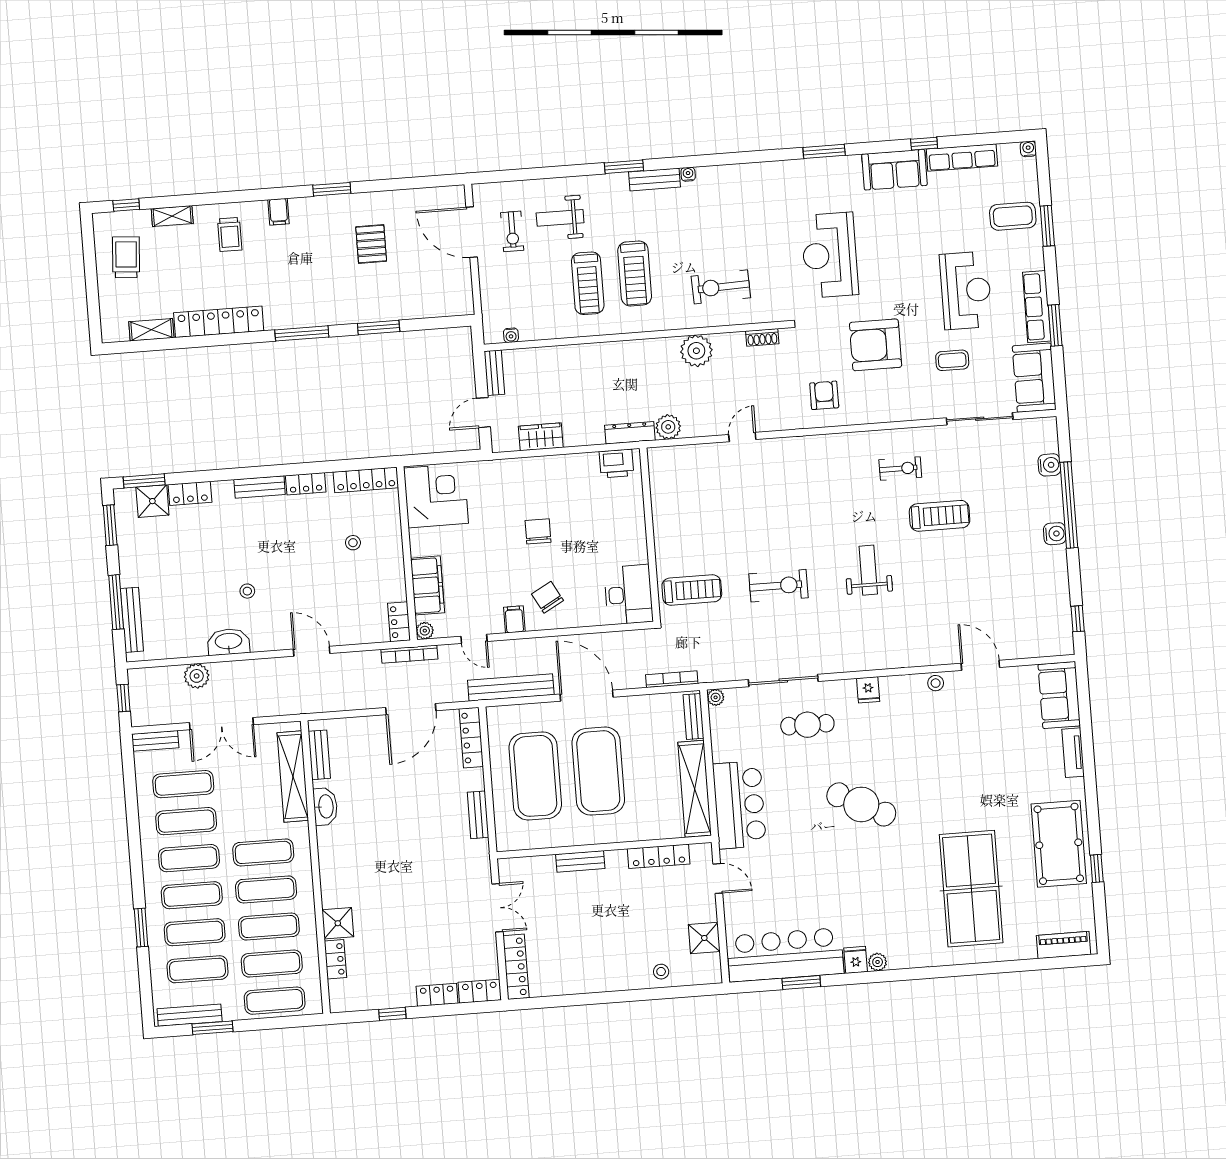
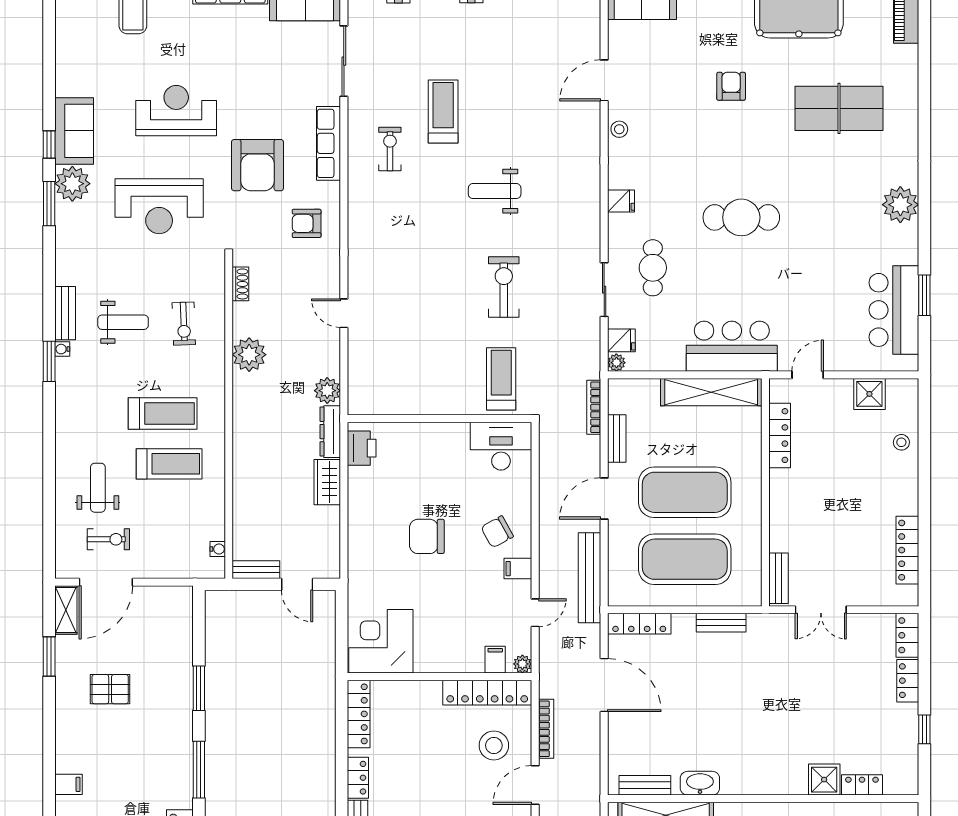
window: (924, 144) -> (49, 145), moved
row of seats: (962, 158) -> (328, 143), moved, turned 180
window: (624, 167) -> (49, 361), moved
plant: (845, 172) -> (72, 184), added
bench: (655, 180) -> (65, 313), moved
window: (332, 189) -> (49, 657), moved
shelving: (443, 197) -> (66, 610), added
weight bench: (560, 218) -> (98, 488), turned 180
weight bench: (718, 230) -> (123, 322), added
exercise bike: (721, 287) -> (184, 324), width x0.73, depth x0.72
reception desk: (966, 291) -> (176, 111), moved
coffee table: (952, 360) -> (280, 85), removed
wardrobe: (541, 437) -> (327, 482), moved
chair: (538, 531) -> (427, 536), width x1.37, depth x1.37
stool: (353, 543) -> (494, 745), moved, width x1.89, depth x1.89
filing cabinet: (428, 585) -> (495, 660), width x0.33, depth x0.86
locker: (399, 622) -> (487, 693), width x2.16, depth x1.21
bookcase: (409, 654) -> (546, 729), moved
sliding door: (783, 680) -> (604, 290), width x0.73
door: (587, 696) -> (604, 498), width x0.73
bench: (693, 717) -> (617, 438), moved, turned 90
armchair: (984, 785) -> (731, 86), added
cafe table: (861, 804) -> (741, 217), turned 63
bench: (580, 861) -> (778, 578), moved
table tennis table: (971, 889) -> (839, 108), width x0.73, depth x0.76
double door: (497, 908) -> (821, 610), swing flipped
bar counter: (785, 955) -> (894, 310), width x0.73
fridge: (856, 960) -> (621, 340), moved, turned 180
plant: (878, 962) -> (900, 205), width x1.87, depth x1.87
locker: (516, 967) -> (907, 550), moved, turned -90

